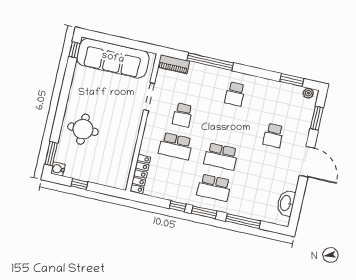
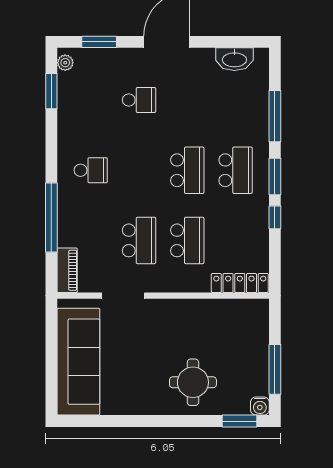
window: (75, 50) -> (79, 421), removed
school desk: (183, 115) -> (139, 240), width x1.85
window: (79, 184) -> (275, 369), width x2.17

